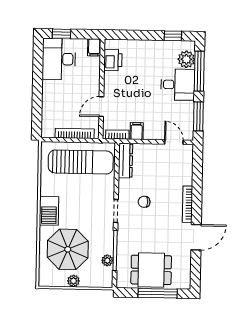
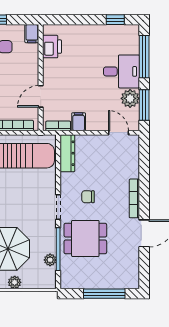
plant: (186, 59) -> (130, 98), moved
dining table: (151, 270) -> (85, 238), moved

